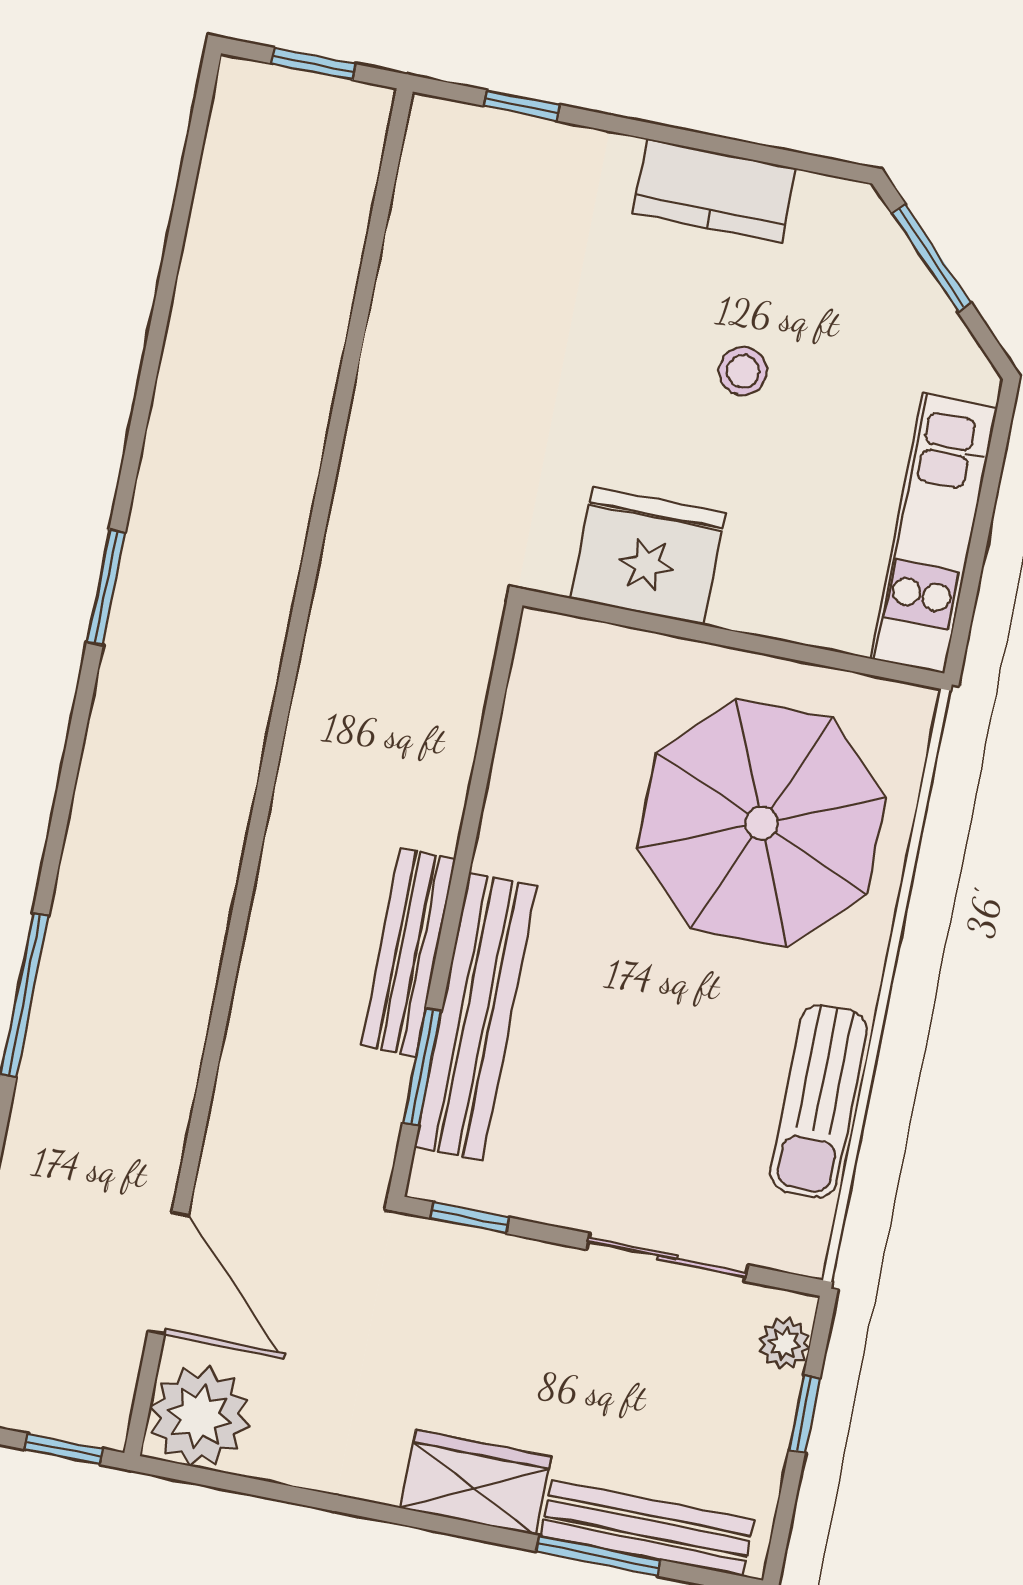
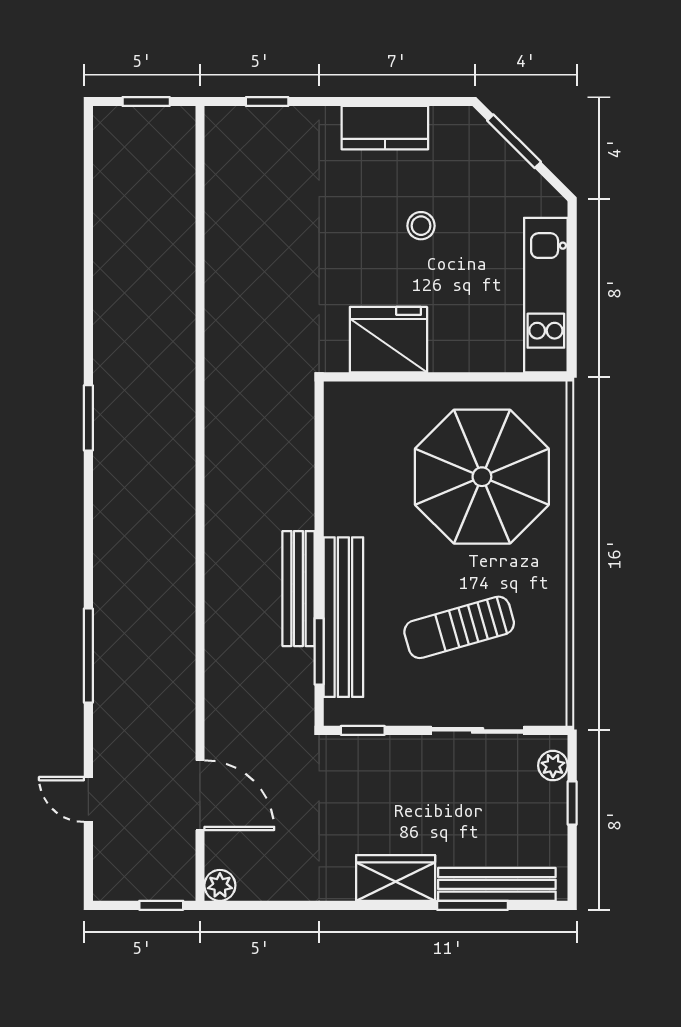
sun lounger: (819, 1101) -> (459, 627), moved, turned 74
plant: (199, 1416) -> (220, 885), width x0.53, depth x0.53

